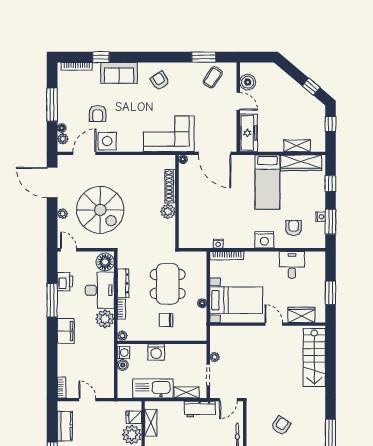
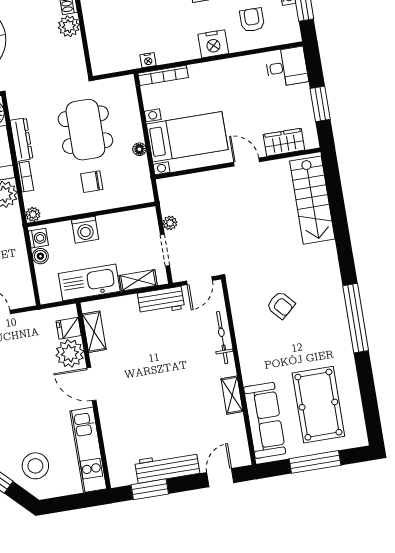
desk: (292, 265) -> (287, 67), moved, turned 90
armchair: (281, 425) -> (281, 305), turned 104

